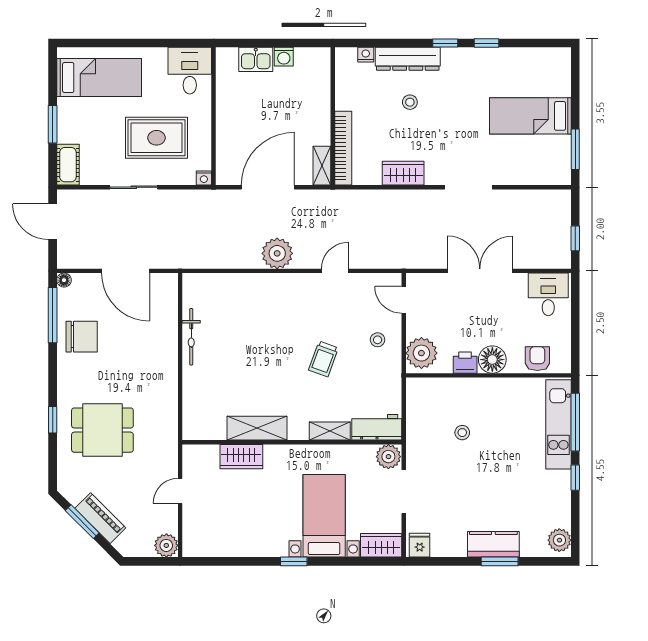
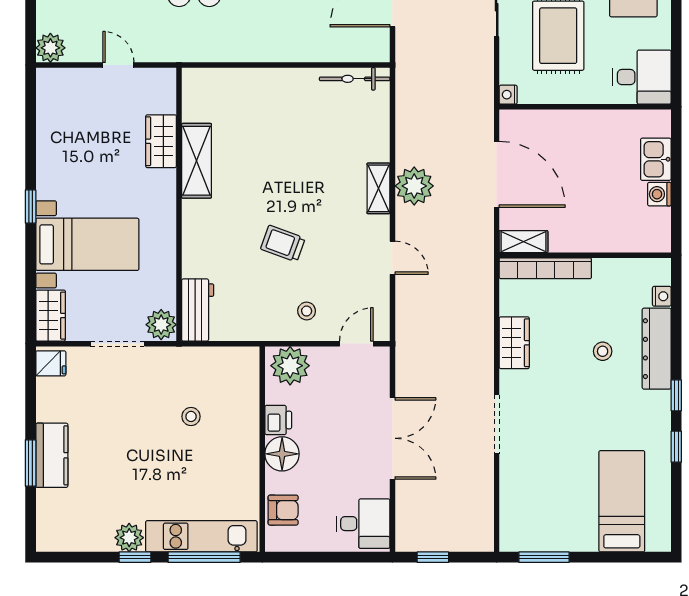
bed: (530, 116) -> (622, 501), moved
bicycle: (191, 337) -> (355, 79), moved
shelving: (330, 431) -> (378, 188), moved
plant: (559, 540) -> (129, 538), moved

